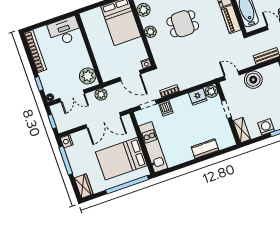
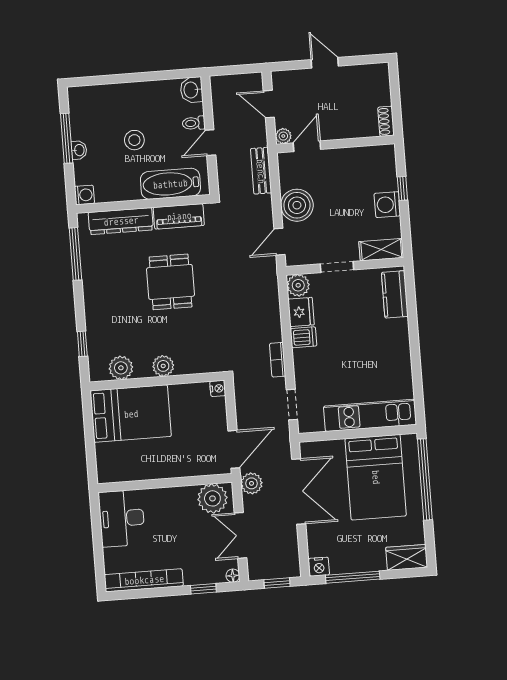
dining table: (183, 24) -> (171, 282), moved
door: (130, 76) -> (234, 449), moved
double door: (72, 96) -> (241, 535), swing flipped
dishwasher: (166, 108) -> (304, 337), moved
kitchen counter: (205, 149) -> (395, 294), moved

